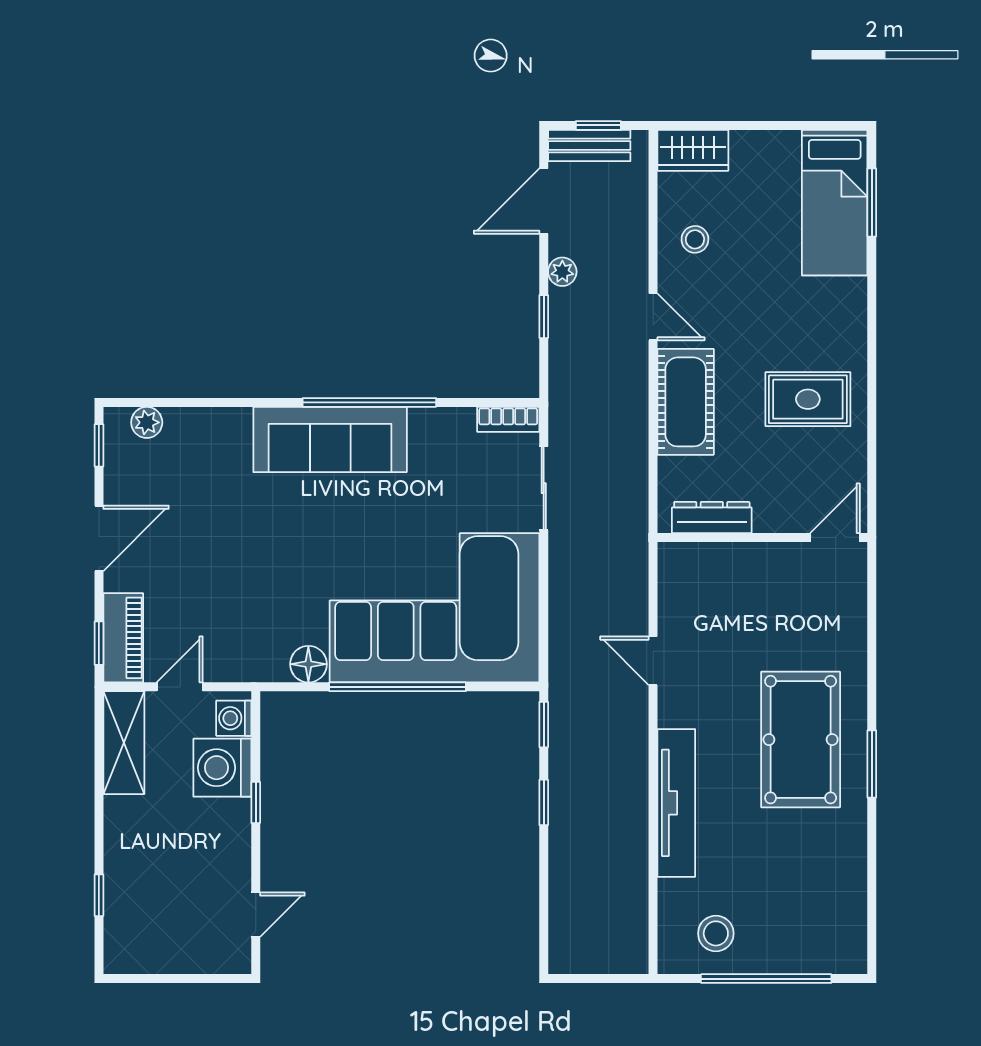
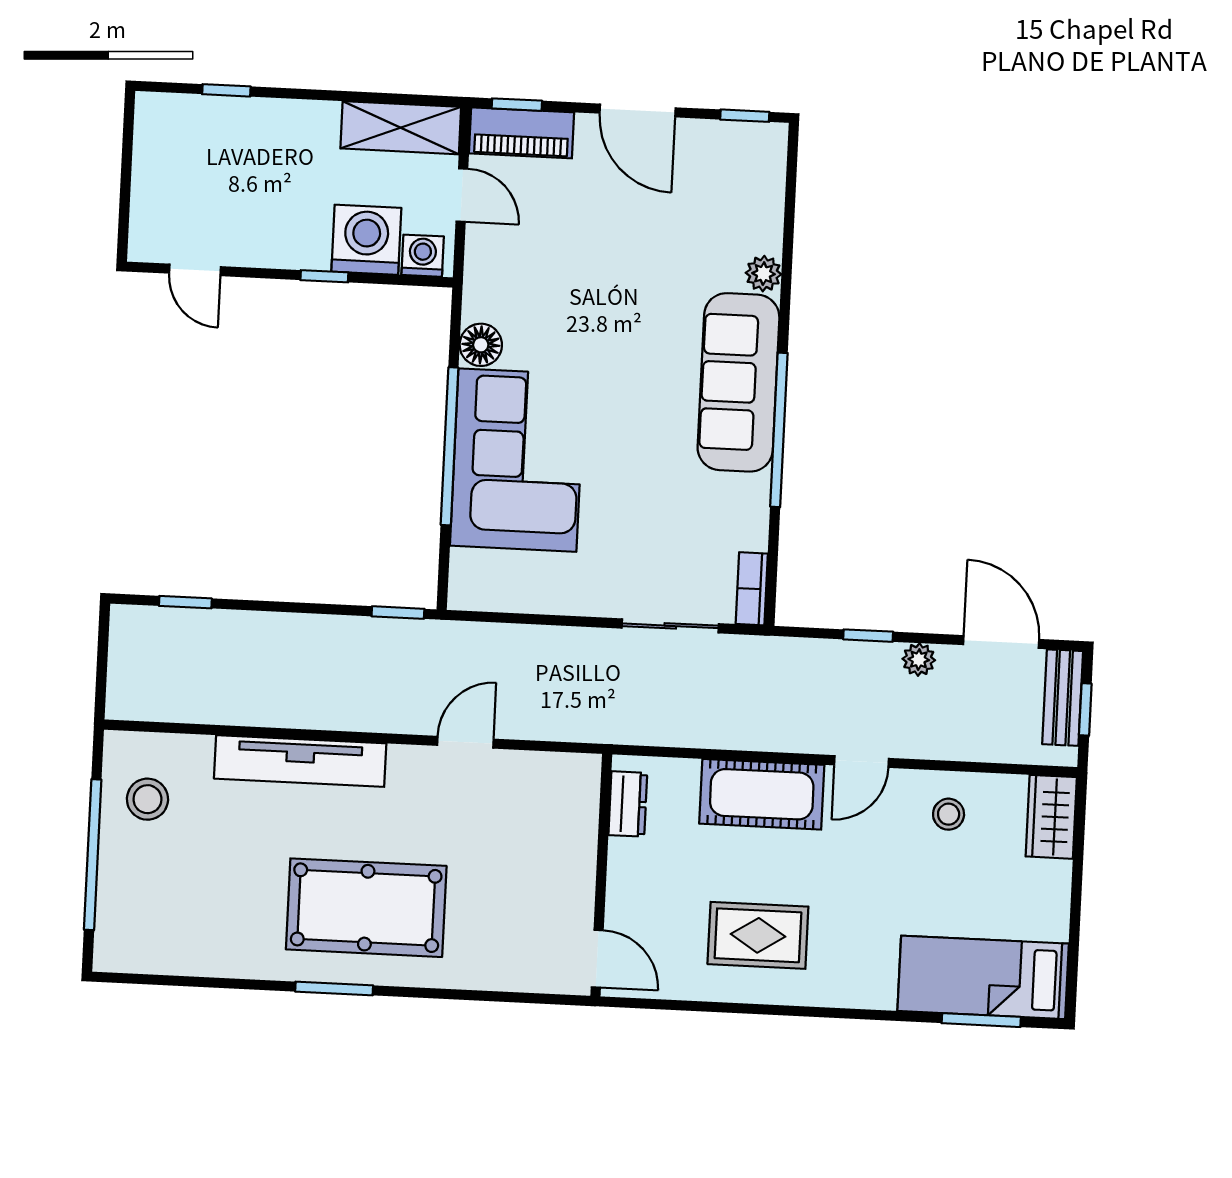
rug: (808, 399) -> (758, 935), turned 90
plant: (147, 422) -> (764, 274), moved
dresser: (712, 517) -> (628, 804), width x0.70
corner sofa: (435, 608) -> (517, 460), width x0.73, depth x0.74
window: (544, 802) -> (185, 602), moved

